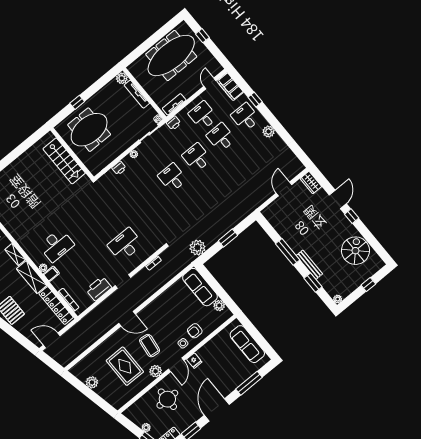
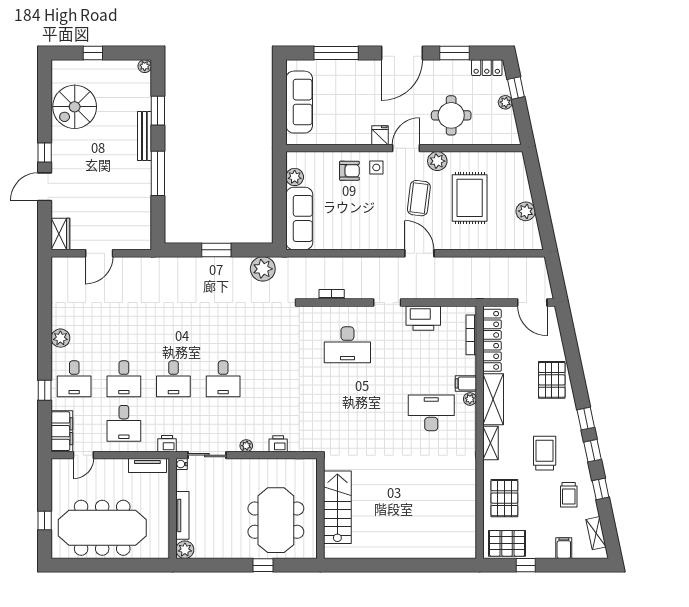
meeting table: (89, 130) -> (276, 520), turned 90

